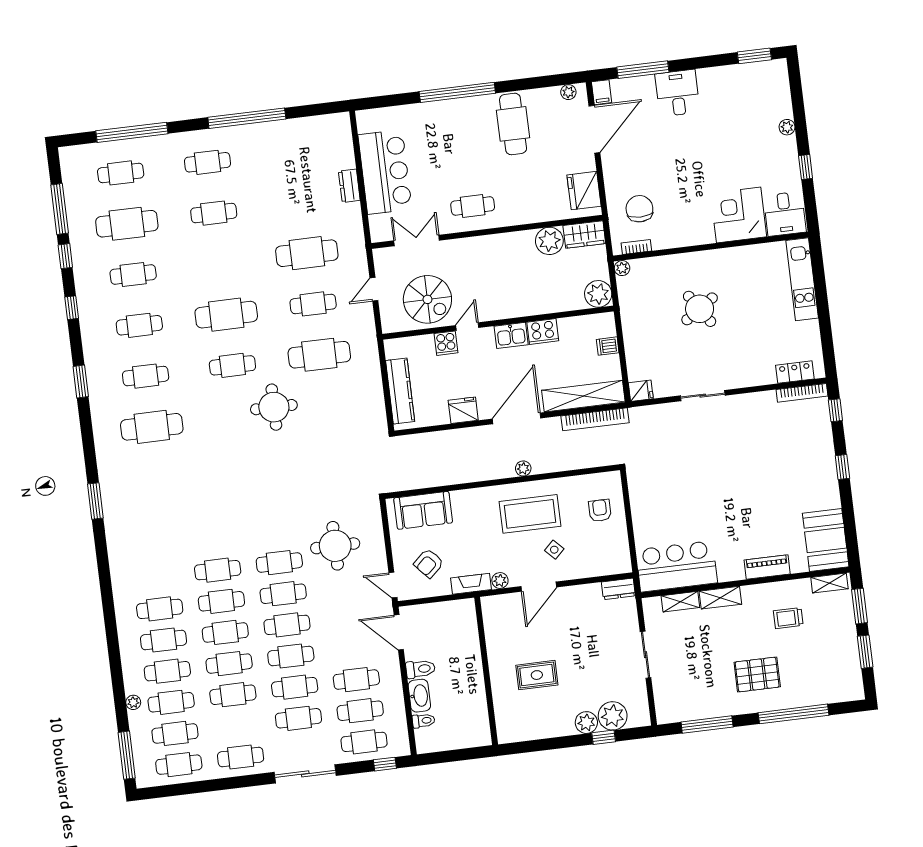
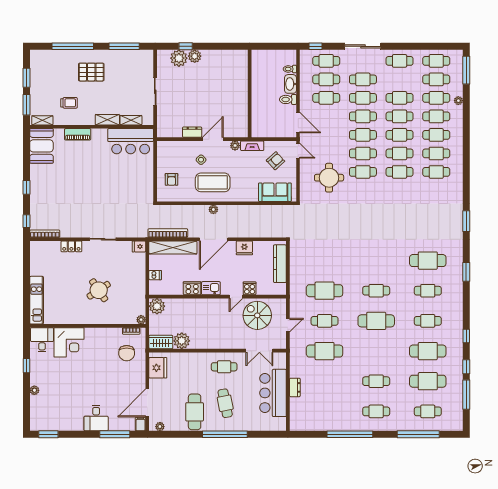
cafe table: (463, 145) -> (225, 403), added
cafe table: (133, 275) -> (428, 351), width x1.37, depth x1.35
locker: (795, 372) -> (71, 246), moved
window: (81, 382) -> (466, 272), moved
round table: (274, 407) -> (355, 263), removed
cafe table: (156, 578) -> (436, 172), added
dresser: (618, 589) -> (192, 132), moved
rug: (537, 675) -> (220, 88), removed

